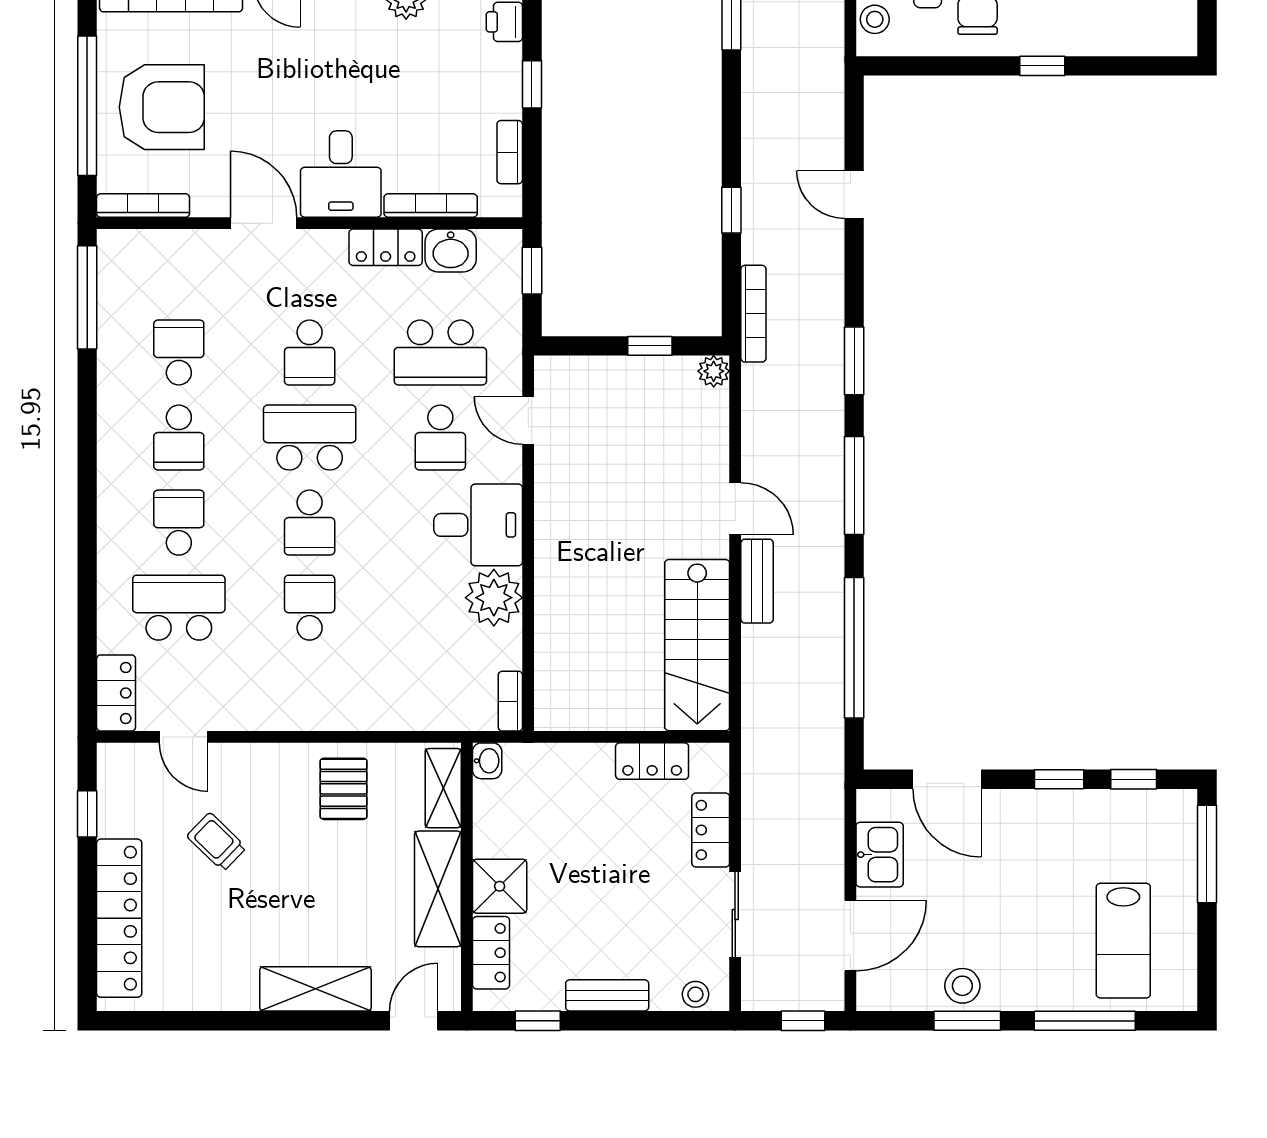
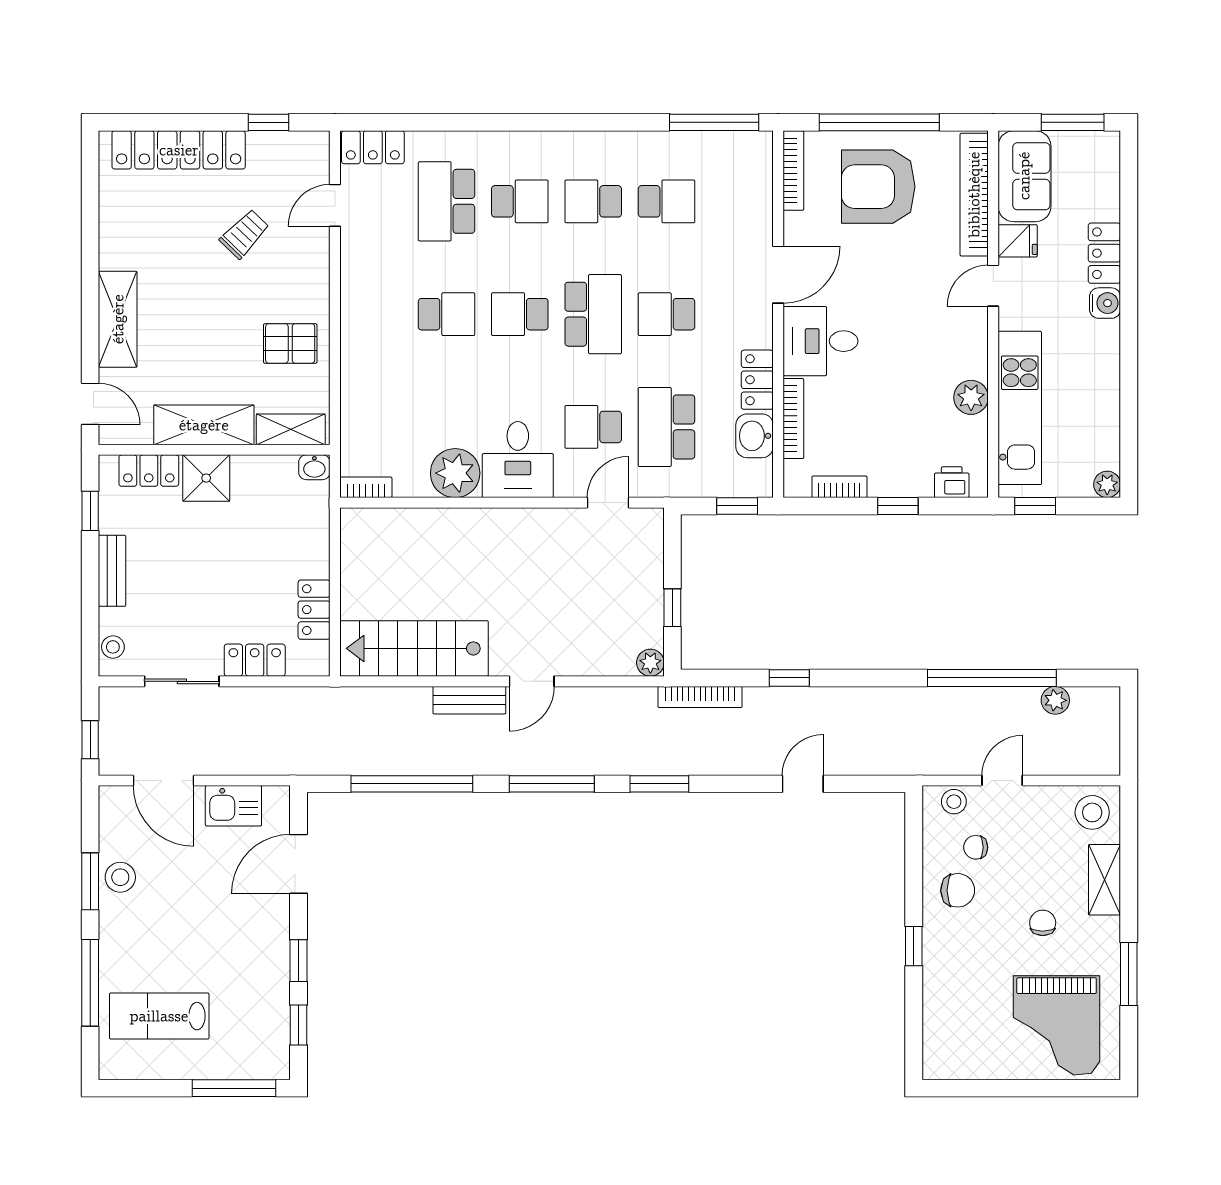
armchair: (162, 107) -> (878, 187), turned 90
school desk: (179, 608) -> (446, 201), turned 180

